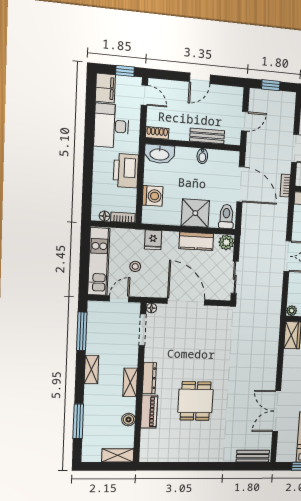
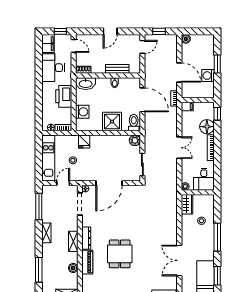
door: (245, 121) -> (142, 47), moved
kitchen counter: (196, 241) -> (114, 141), removed
door: (186, 302) -> (109, 183), swing flipped

